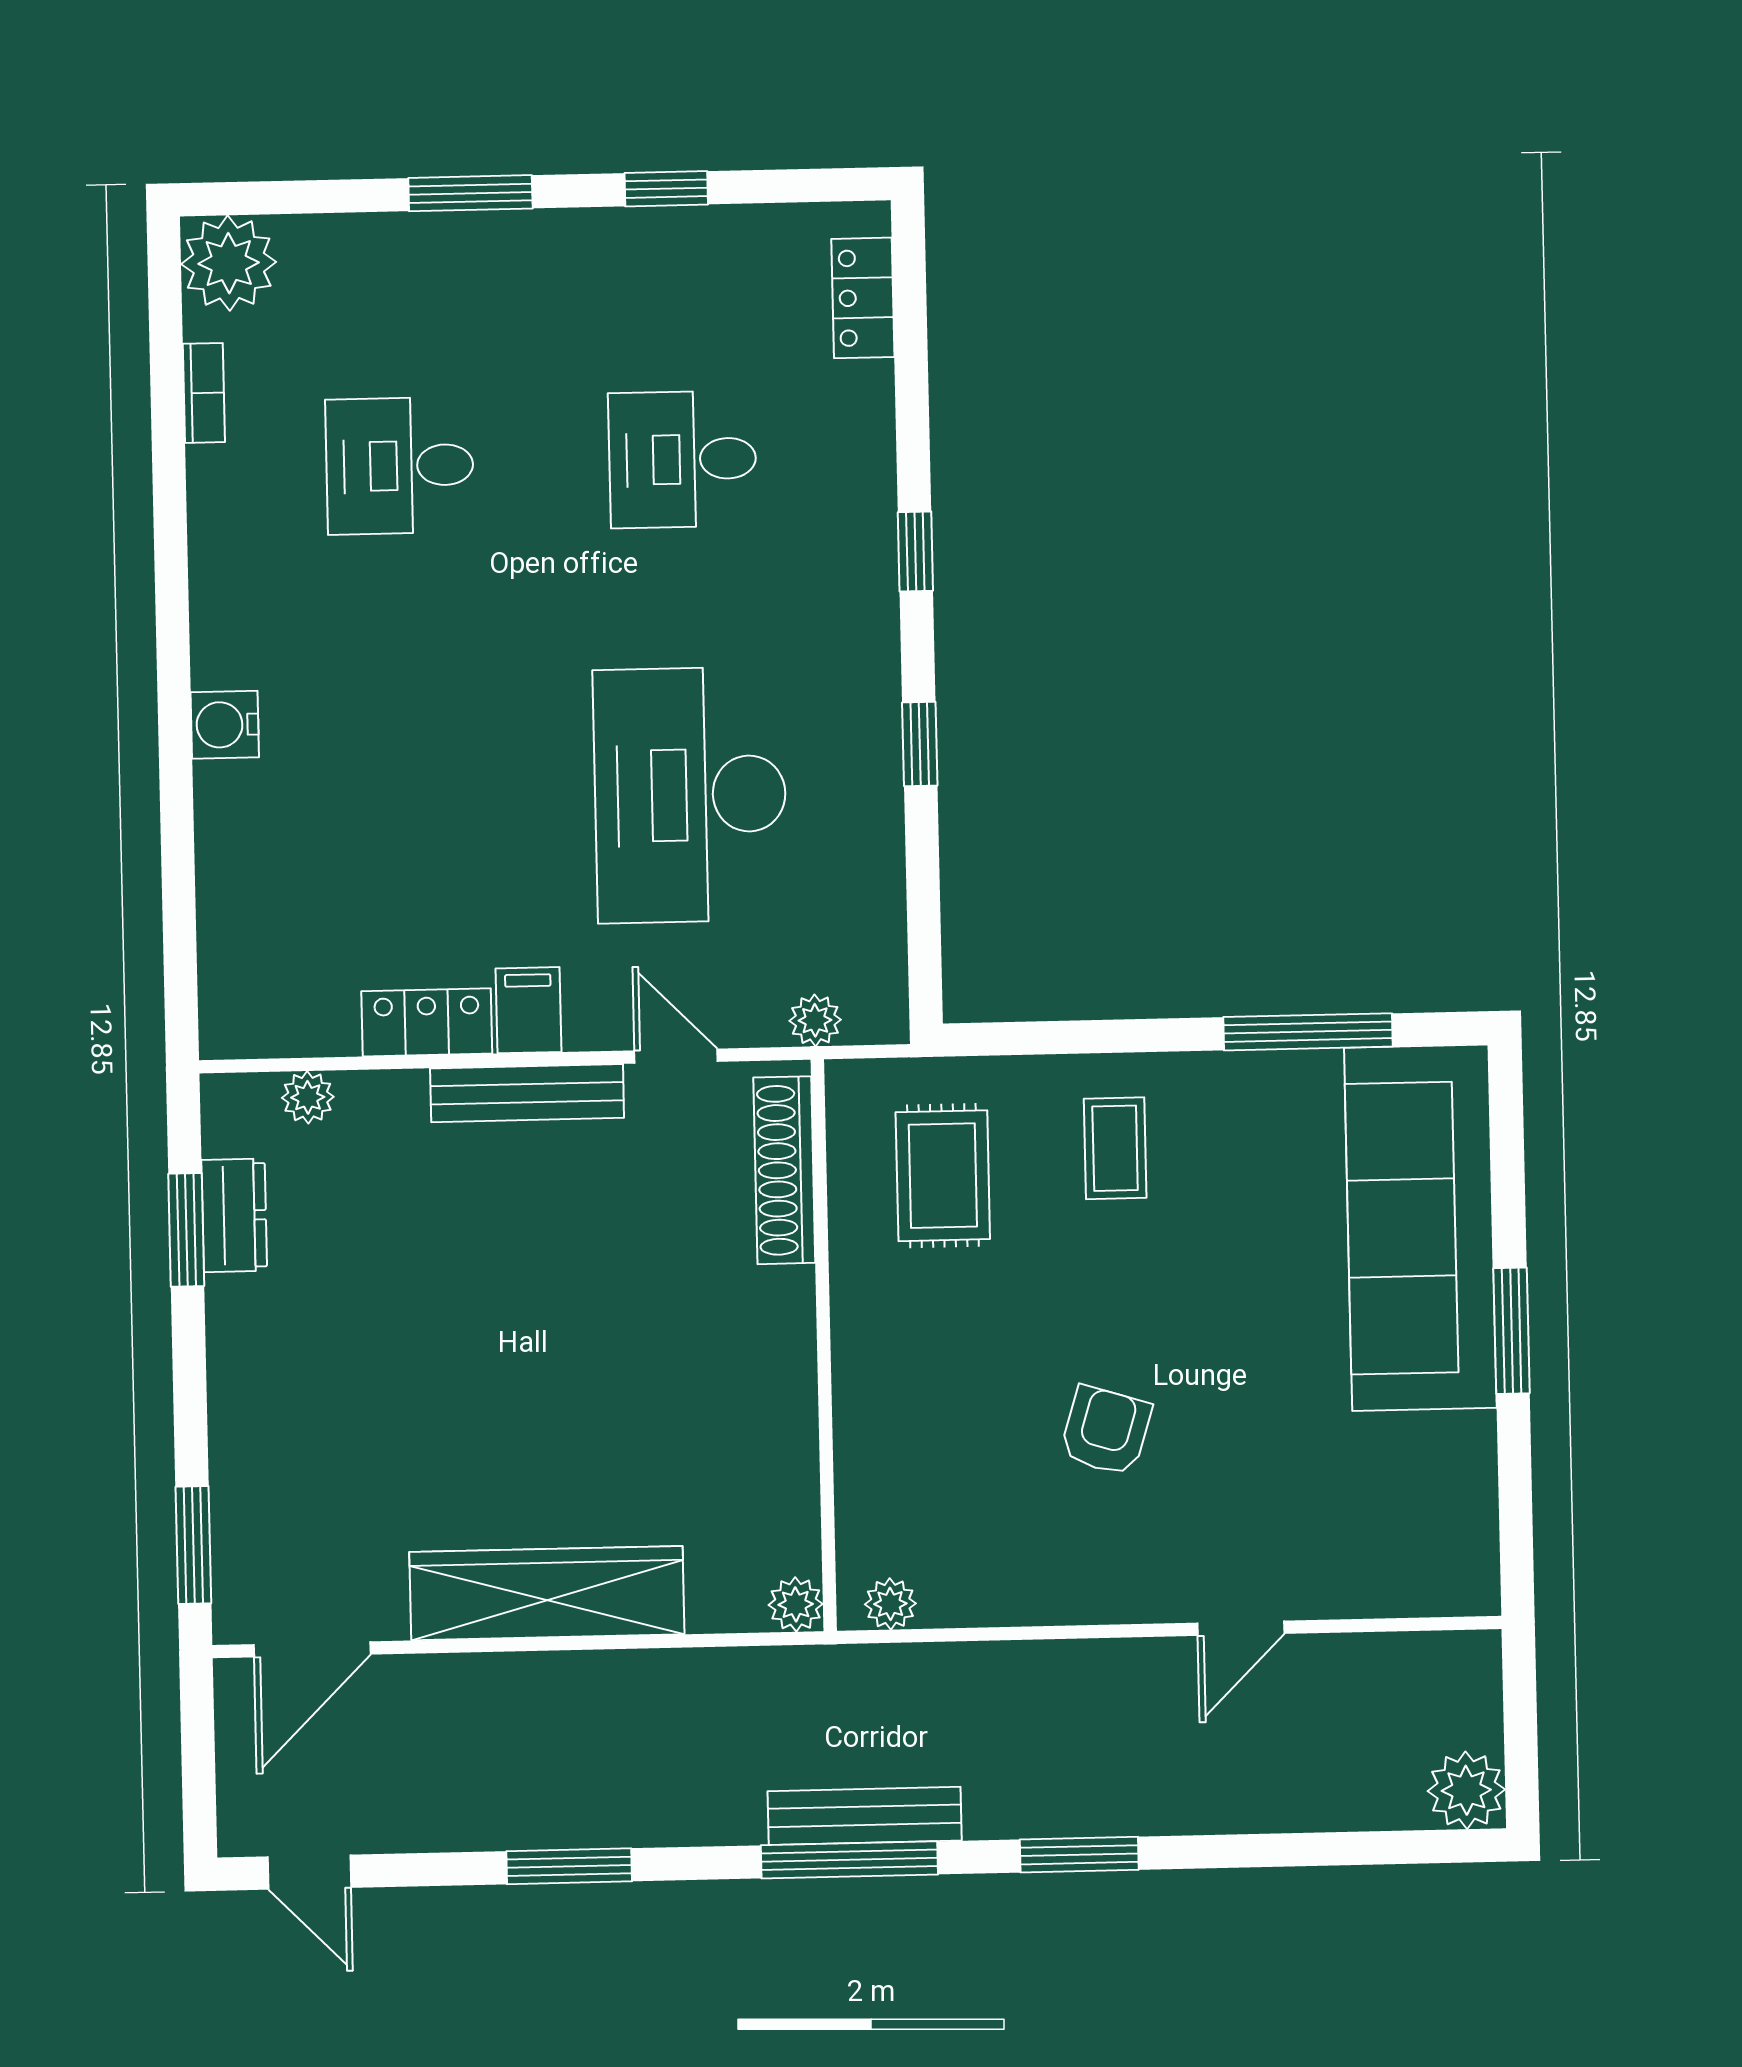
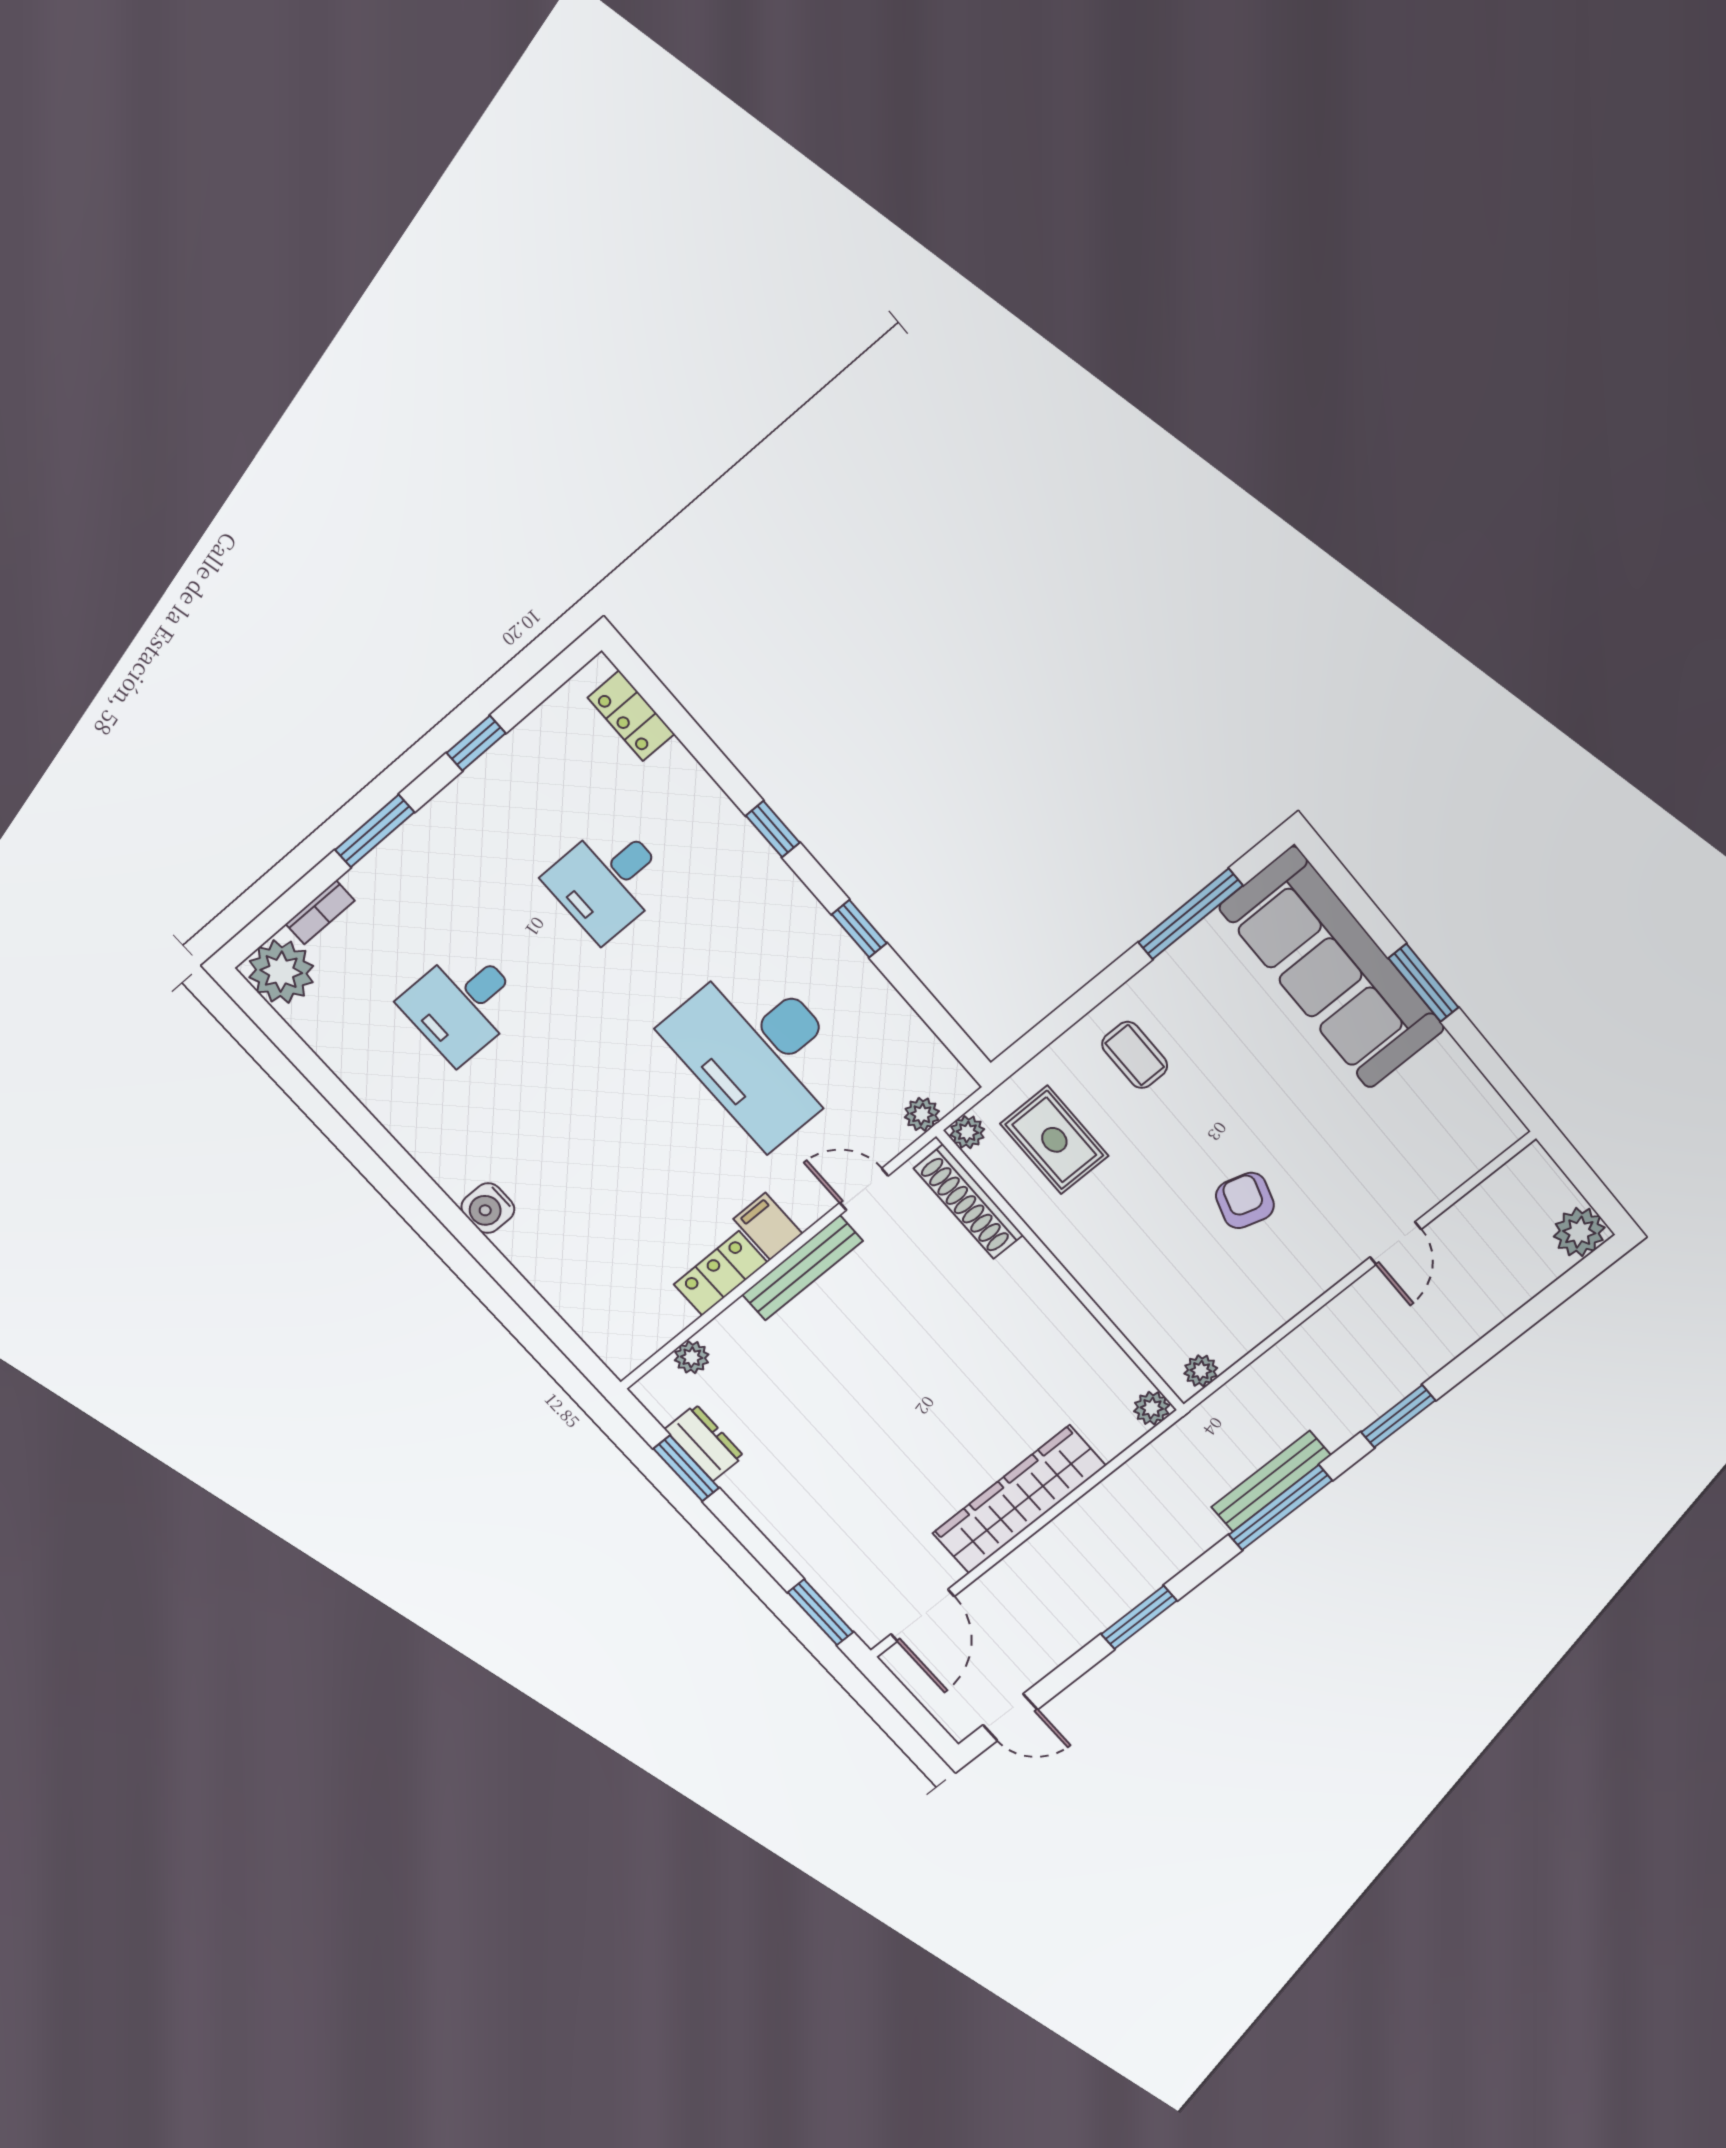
bookcase: (204, 393) -> (320, 912), moved, turned 90
plant: (850, 1084) -> (967, 1132), added

